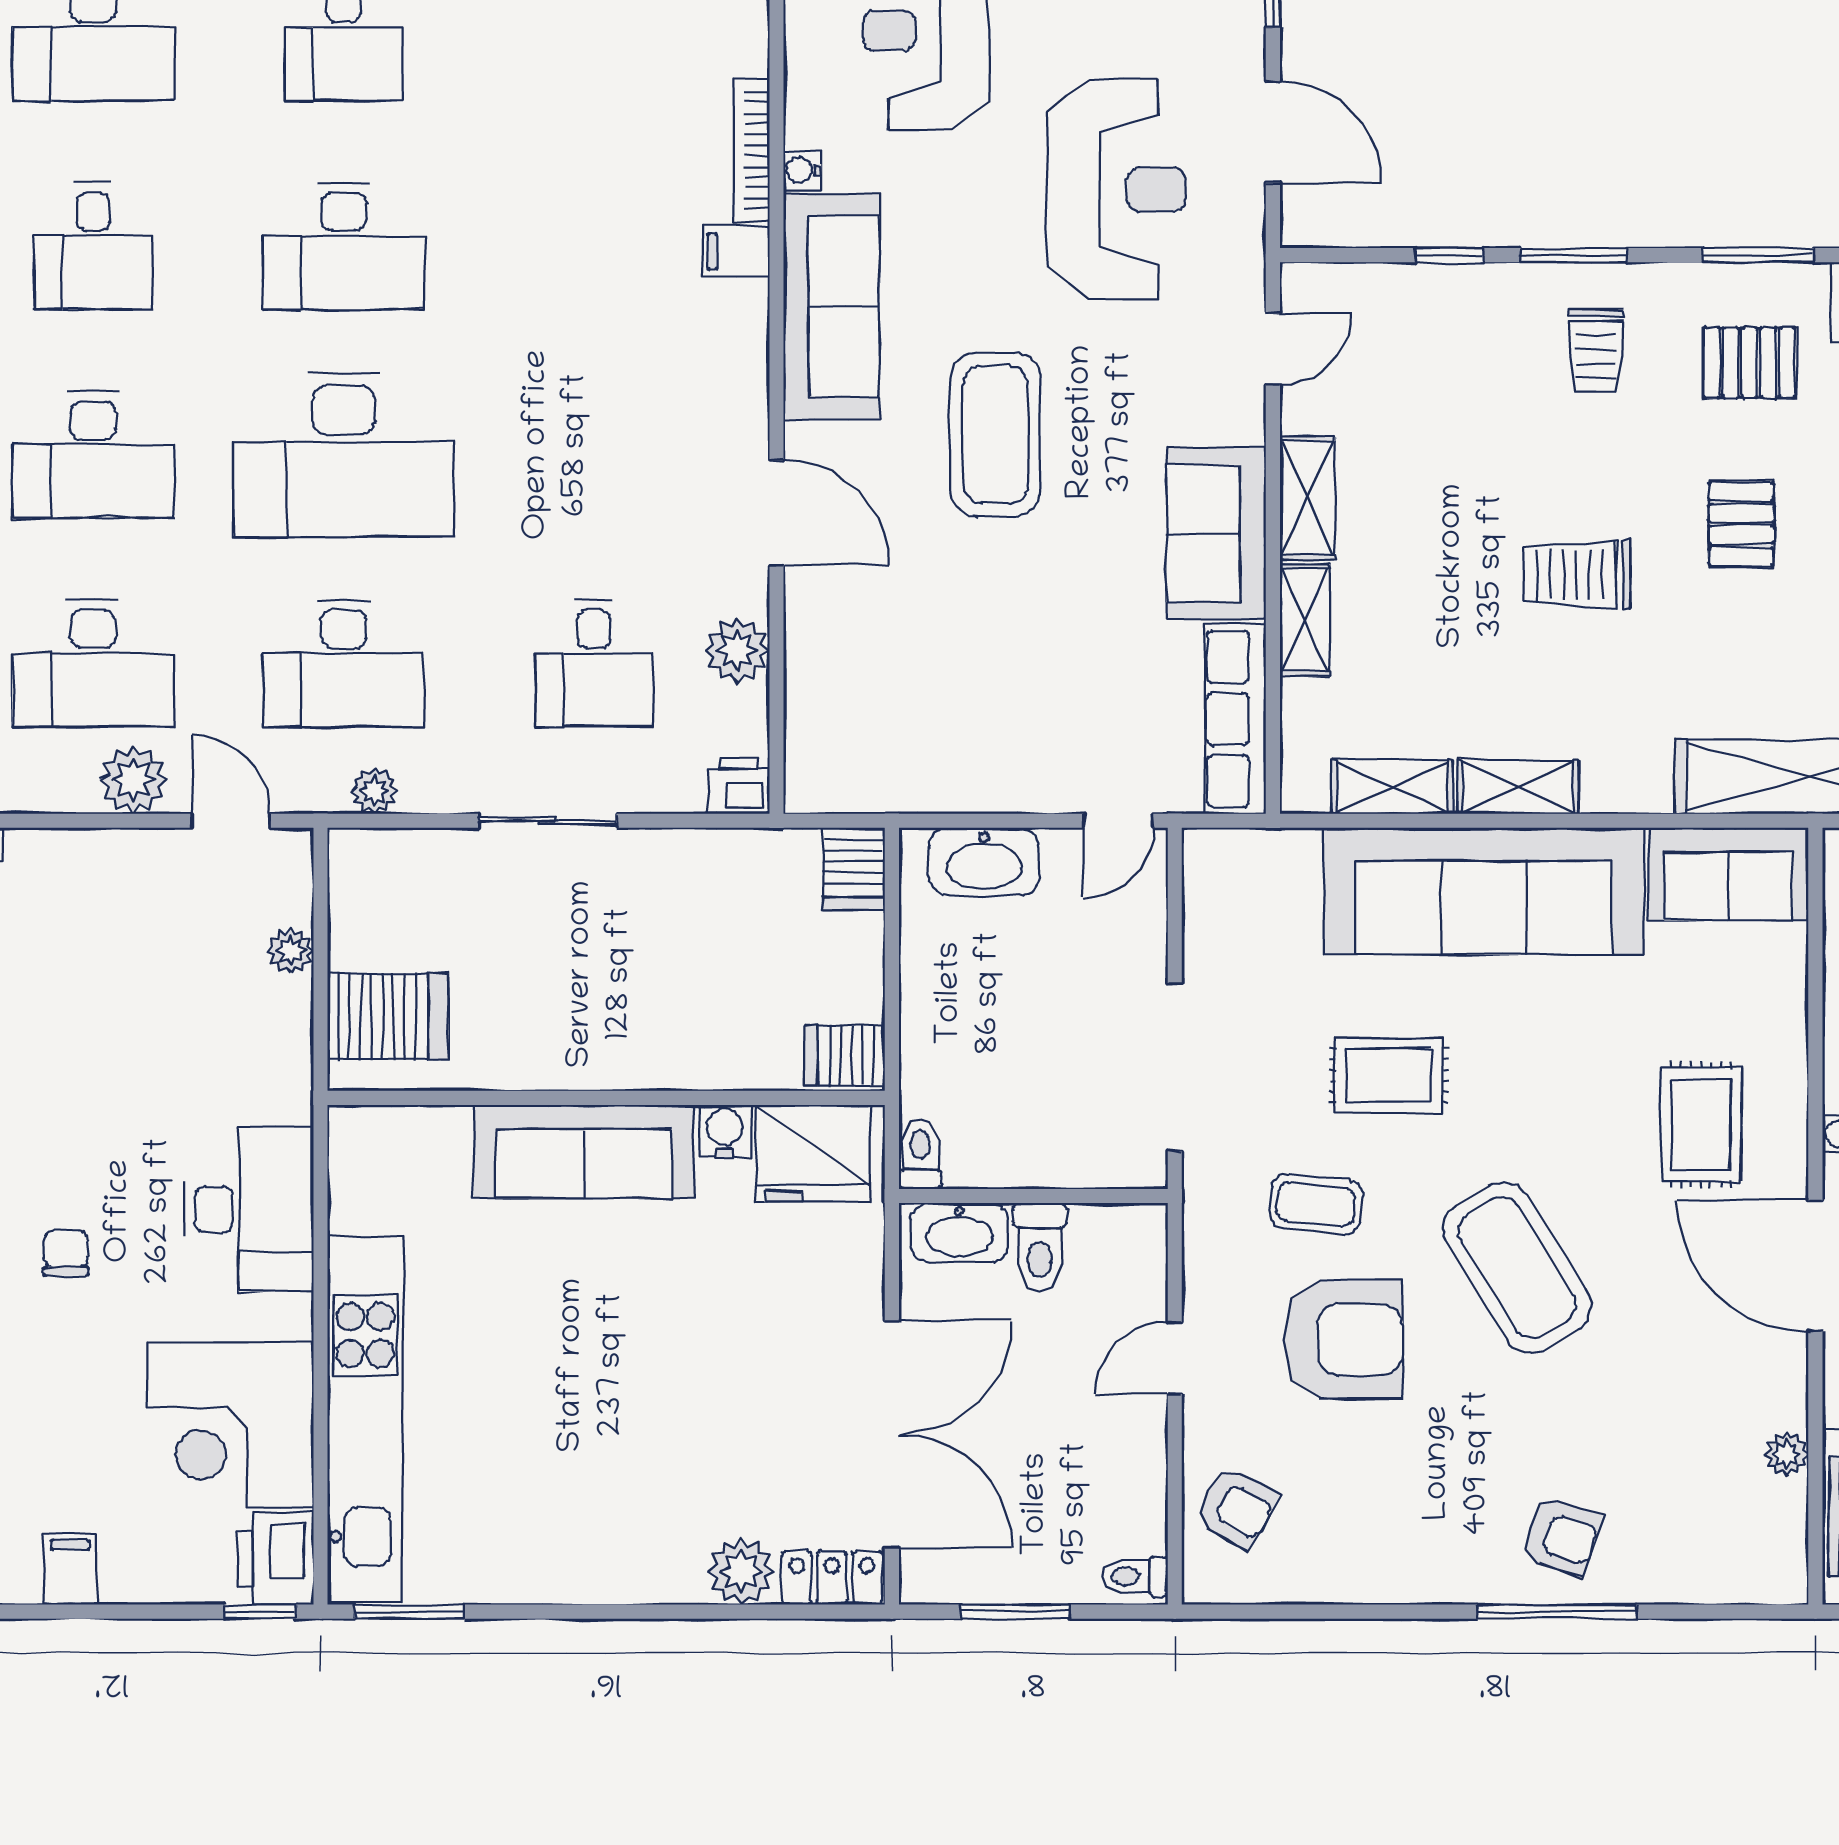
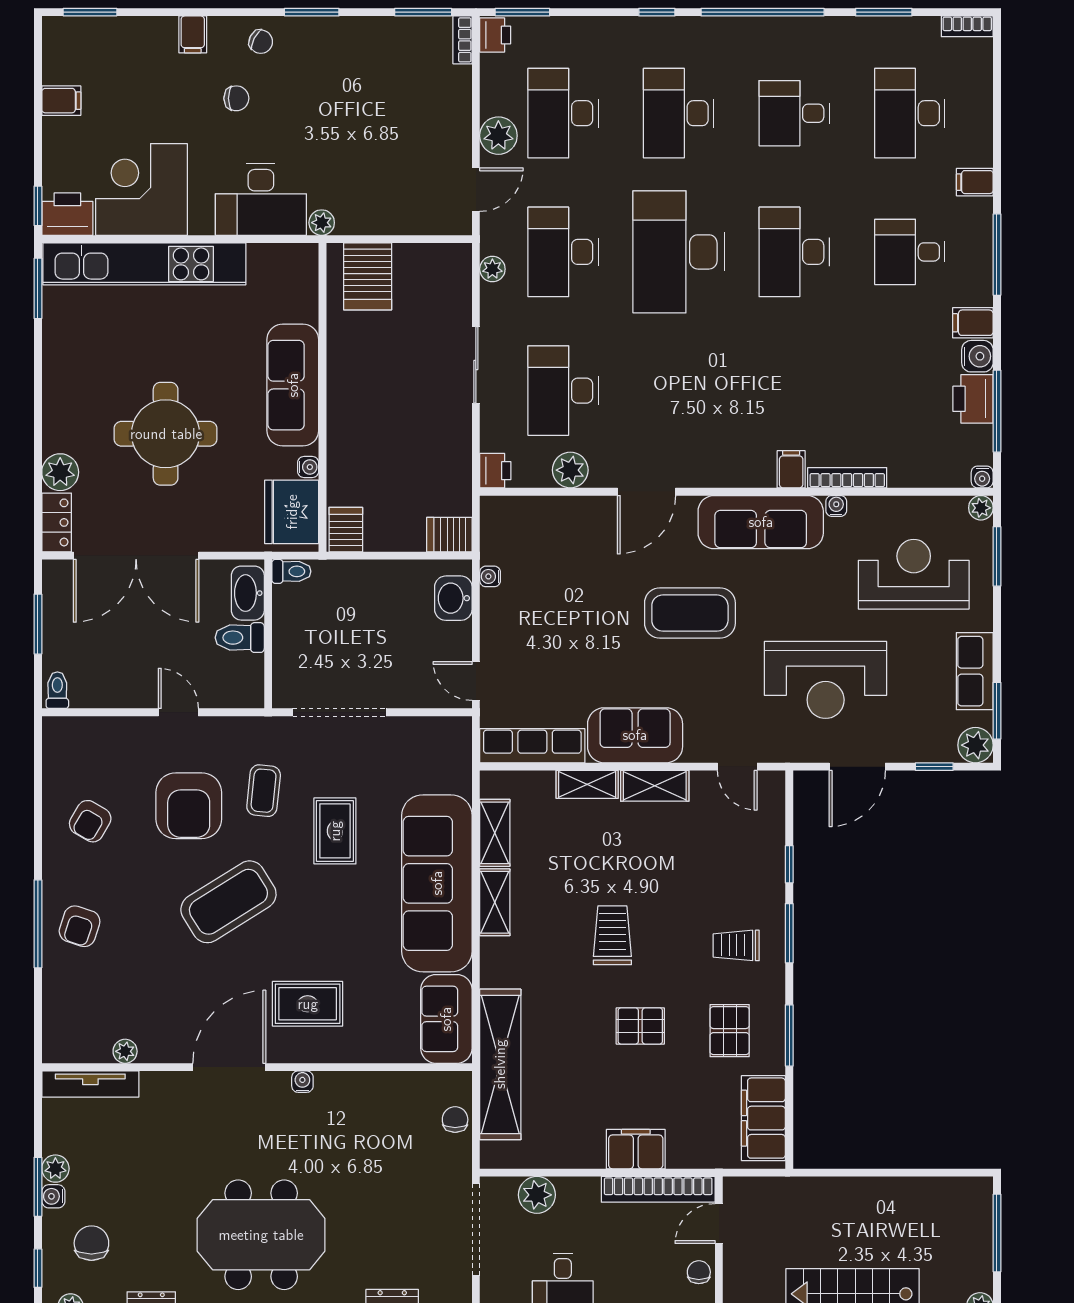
desk: (594, 663) -> (563, 391), width x1.37
water cooler: (929, 795) -> (490, 576), added
washbasin: (984, 862) -> (453, 598), width x0.72
plant: (291, 951) -> (322, 223), moved
water cooler: (725, 1131) -> (308, 467), width x0.72, depth x0.72
round table: (672, 1381) -> (166, 434), added
armchair: (1236, 1507) -> (90, 821), moved

